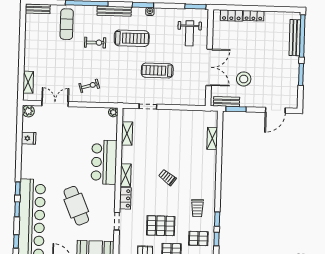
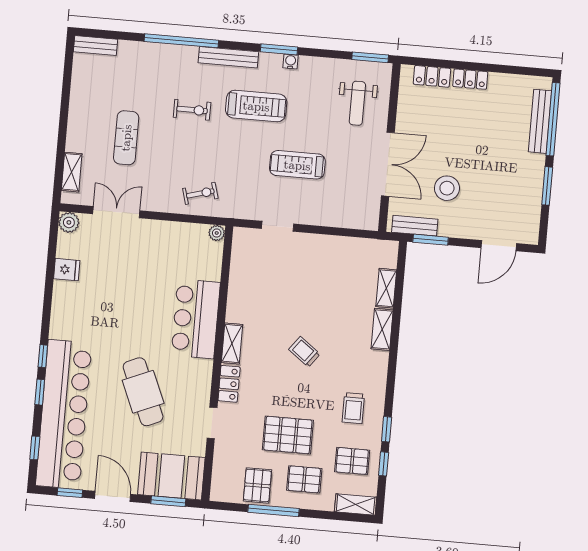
exercise mat: (67, 24) -> (126, 138), moved
exercise bike: (89, 86) -> (200, 193), moved
shelving: (127, 134) -> (382, 329), moved

